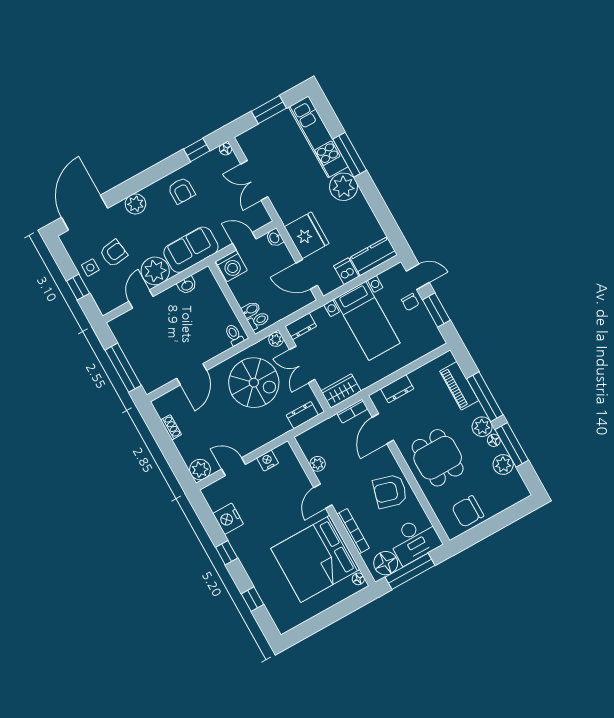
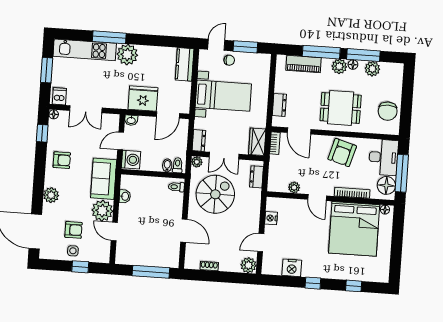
armchair: (114, 253) -> (73, 230), turned 98
dishwasher: (346, 271) -> (59, 96), moved, turned 90

